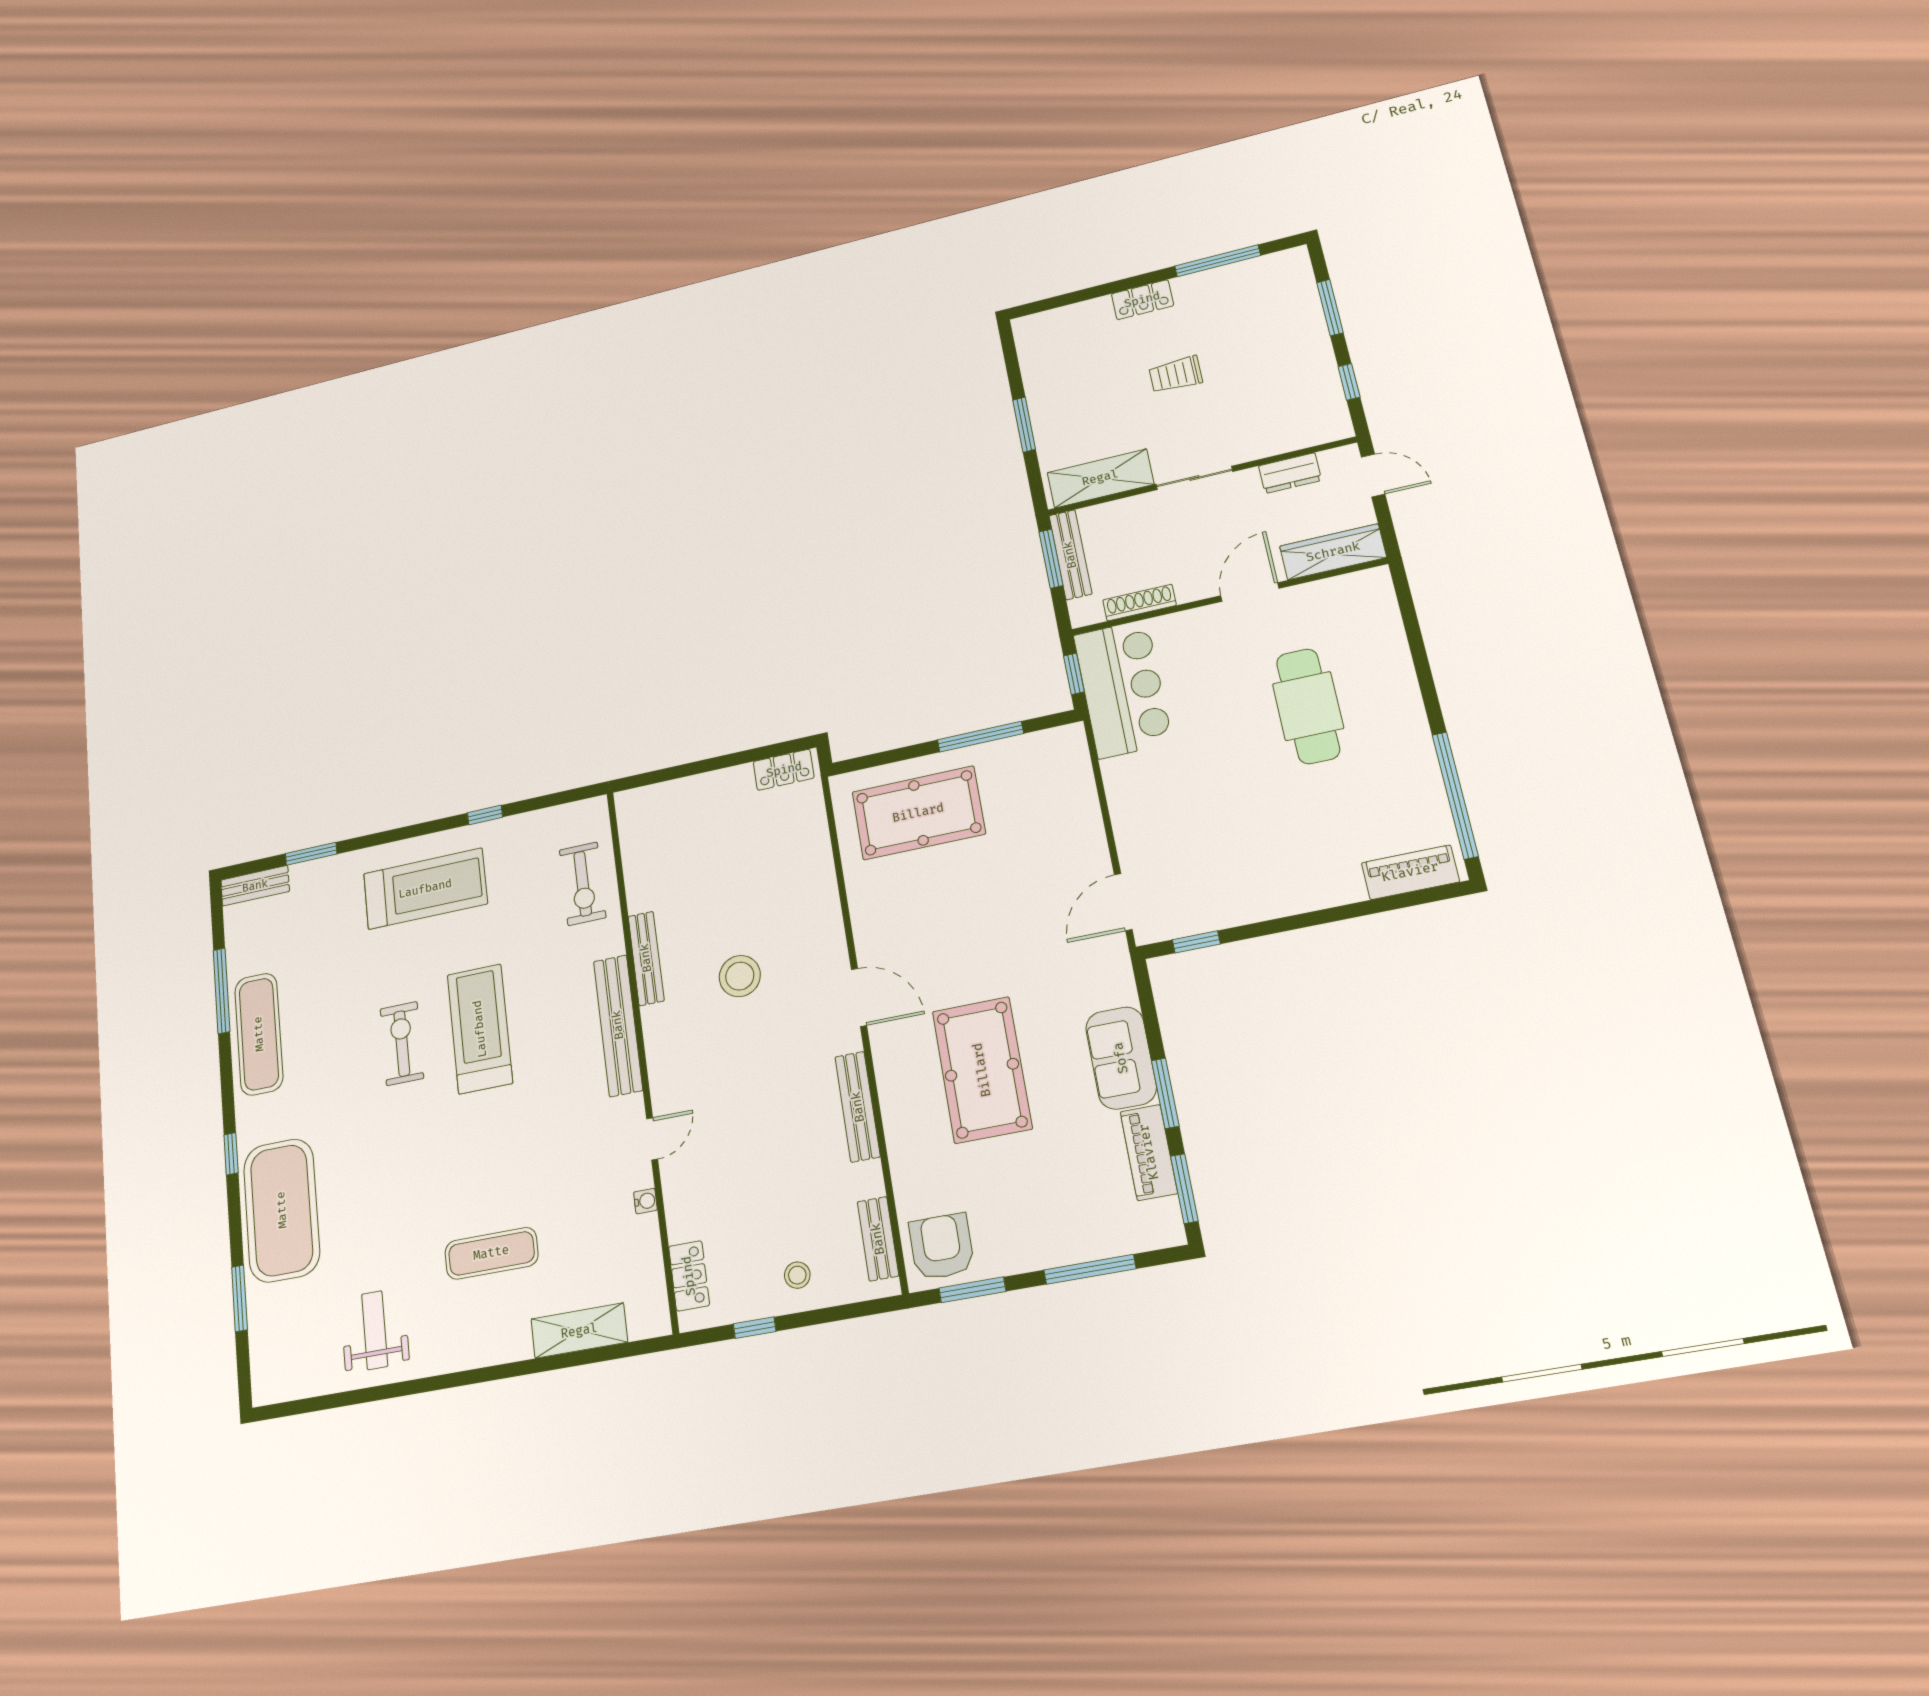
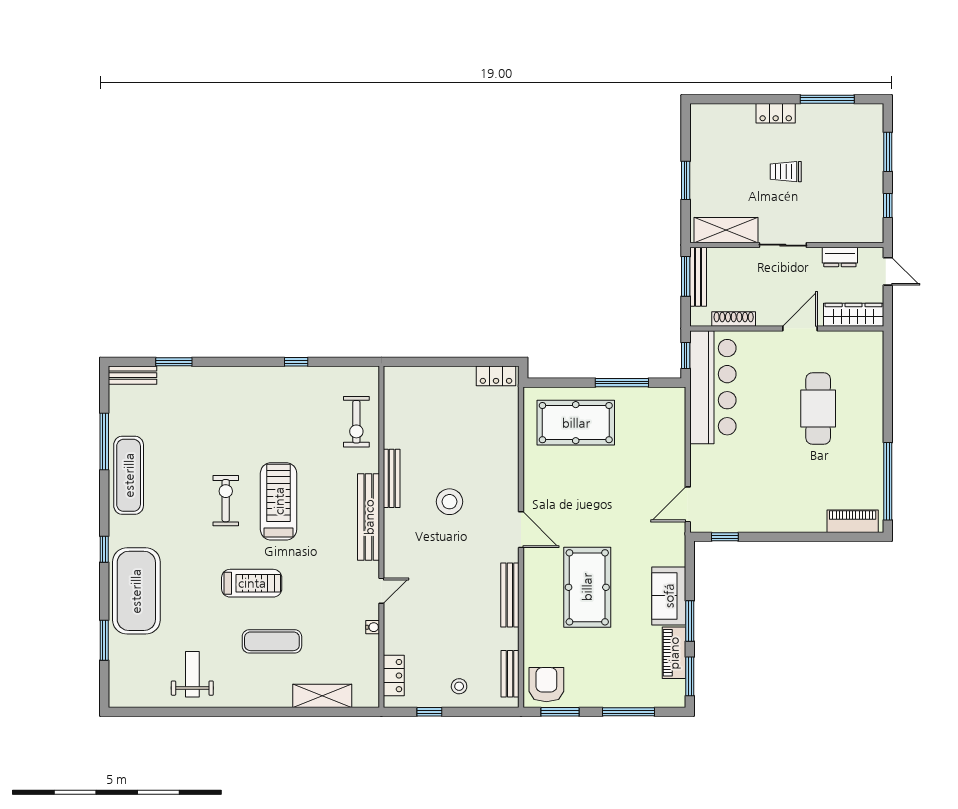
bar counter: (1123, 689) -> (713, 387), width x1.36
treadmill: (425, 889) -> (252, 583), moved, width x0.73, depth x0.73

